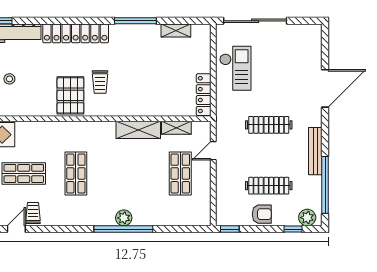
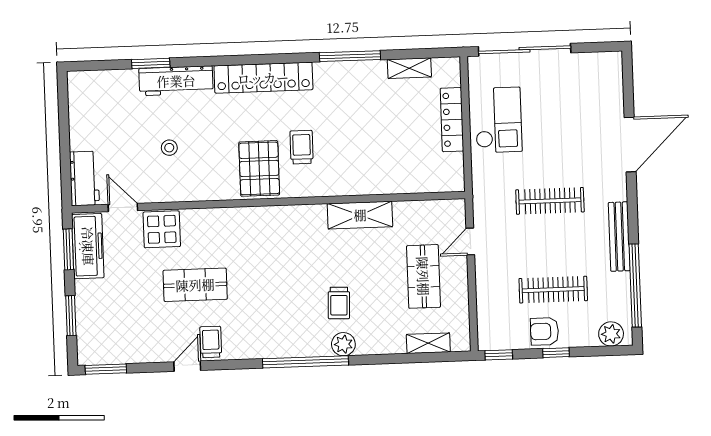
trolley: (100, 82) -> (302, 147), turned 180
locker: (204, 95) -> (452, 120), moved
shelving: (176, 128) -> (428, 343), moved
shop shelf: (76, 173) -> (271, 282), removed
trolley: (122, 190) -> (339, 303), added
armchair: (262, 214) -> (544, 331), turned 180
window: (123, 229) -> (306, 362), moved
window: (293, 229) -> (556, 353), moved

